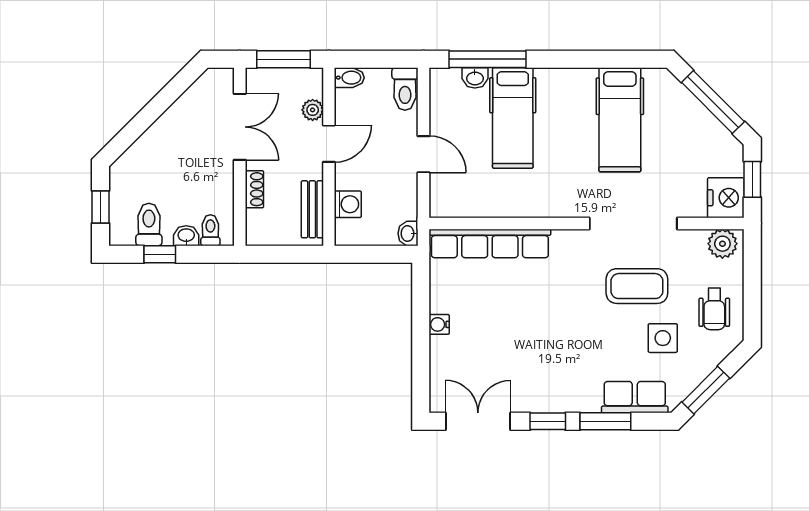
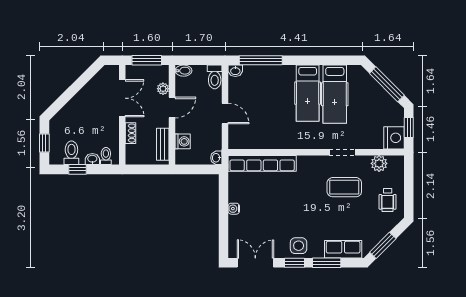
washbasin: (475, 78) -> (235, 71), moved
hospital bed: (513, 118) -> (308, 93), moved
doorway: (633, 224) -> (342, 152), width x0.53
plant: (722, 244) -> (379, 163), moved
side table: (663, 338) -> (299, 246), moved

